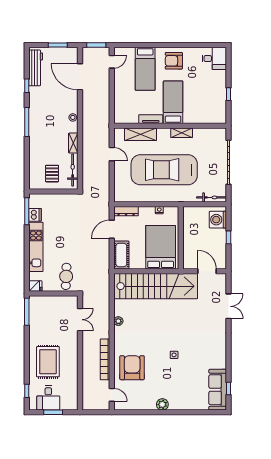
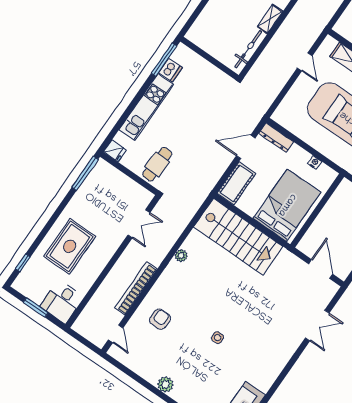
pallet: (52, 174) -> (222, 37), removed
stairs: (156, 286) -> (238, 237), width x0.73
armchair: (132, 368) -> (160, 319), width x0.53, depth x0.53
desk: (48, 398) -> (62, 302), moved

